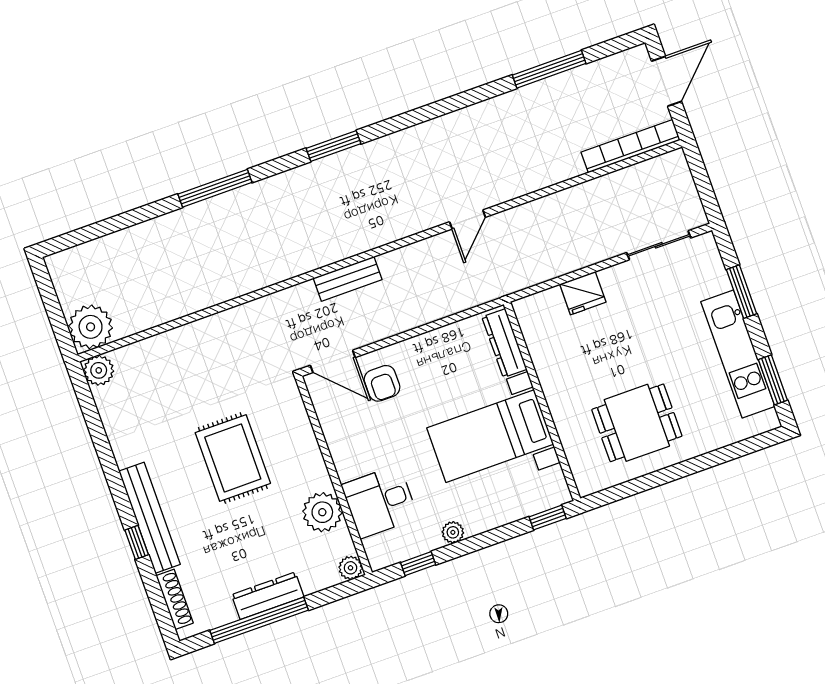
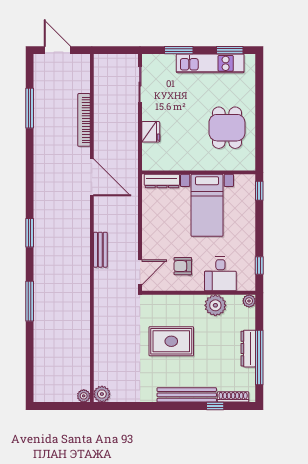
bookcase: (631, 146) -> (84, 120), moved
door: (467, 220) -> (92, 177), width x1.88
plant: (91, 327) -> (84, 396), width x0.53, depth x0.53
armchair: (382, 383) -> (183, 266), moved, turned 180
plant: (453, 532) -> (250, 242), removed
window: (137, 542) -> (215, 406), moved

